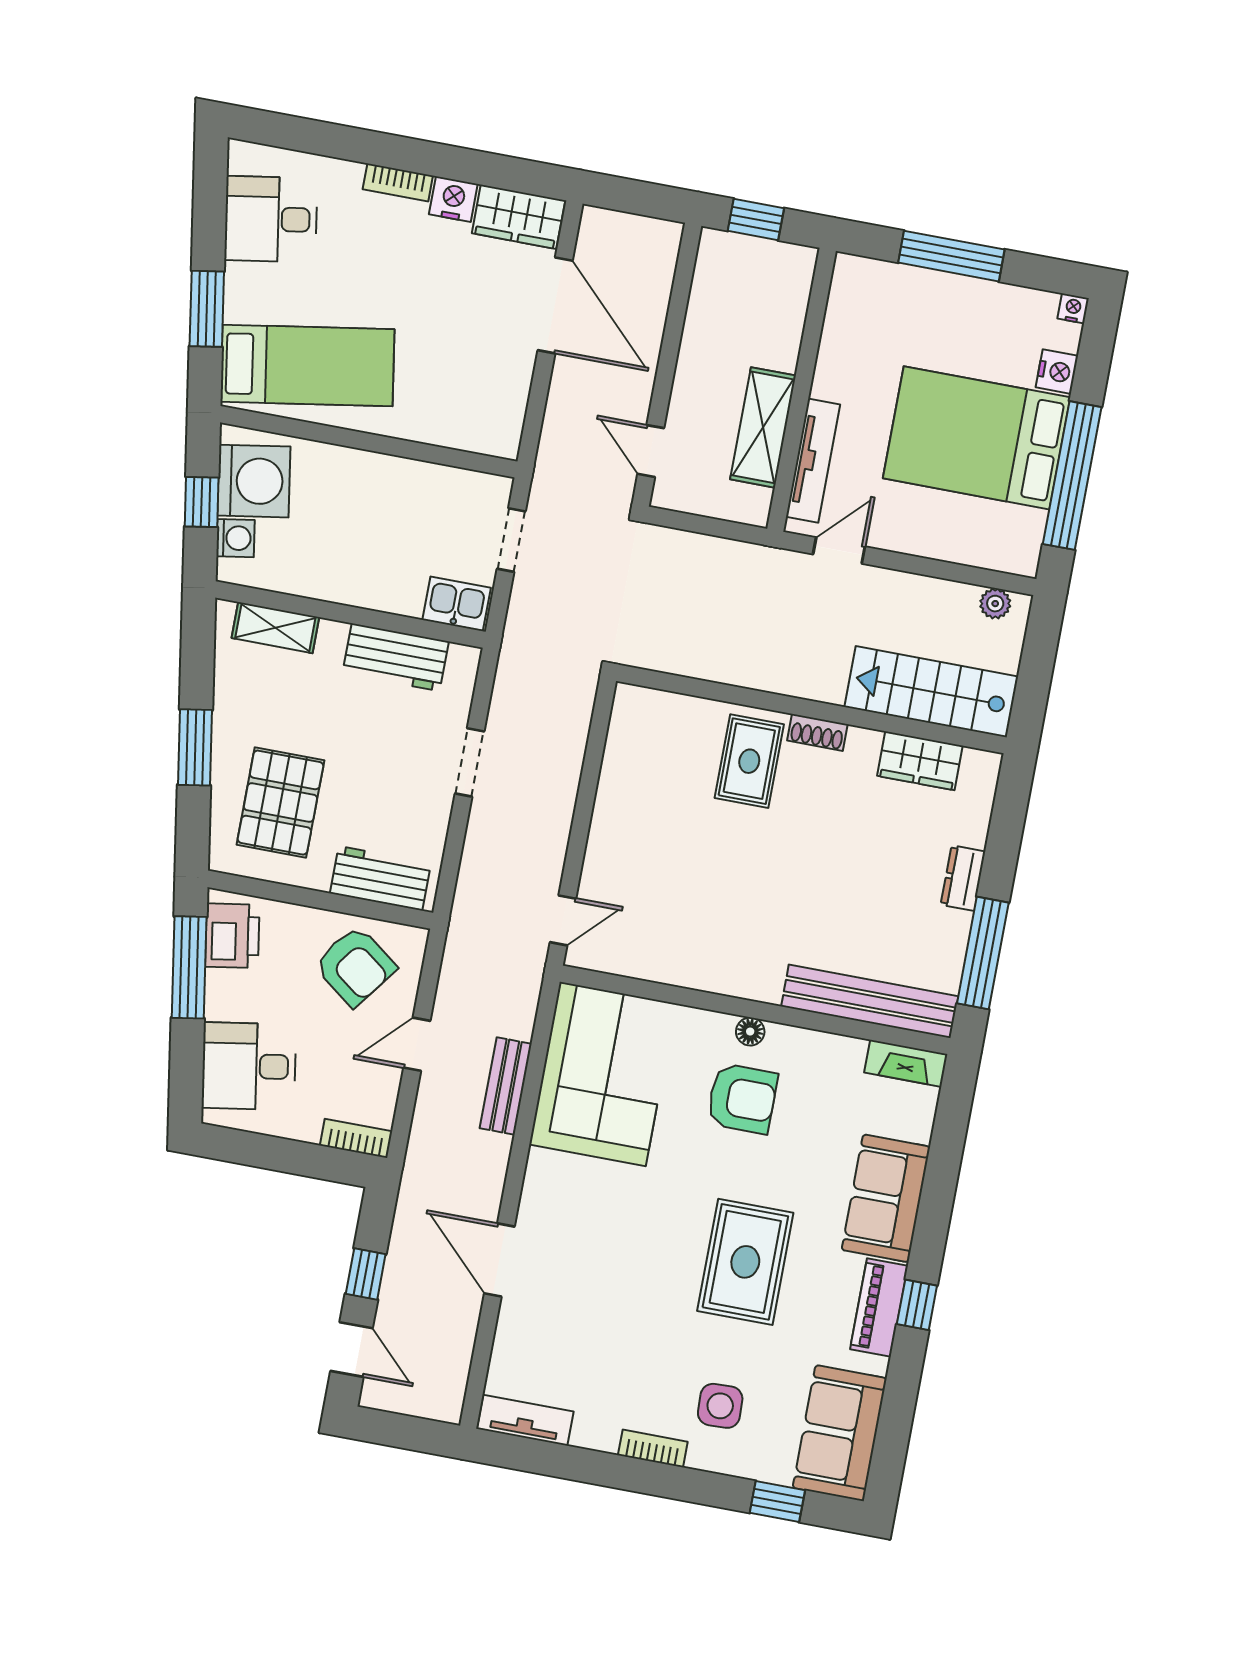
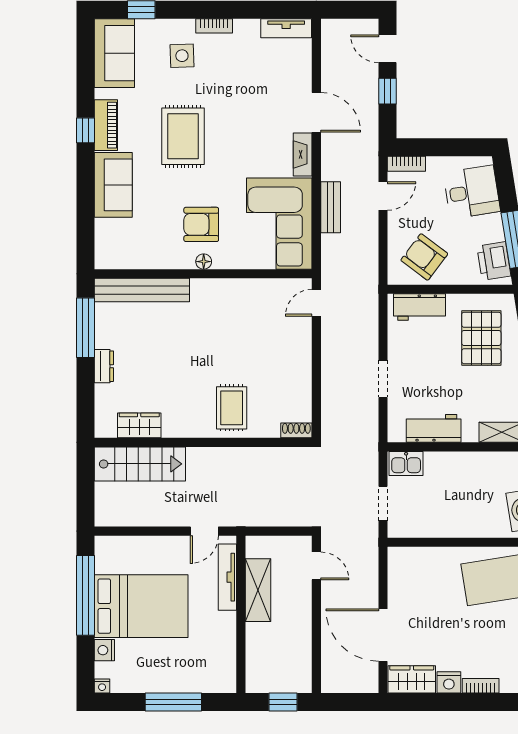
plant: (995, 604) -> (114, 518), removed
shoe rack: (817, 732) -> (296, 430), moved
door: (417, 1044) -> (383, 196), moved
fireplace: (906, 1063) -> (303, 154), moved, turned -90

